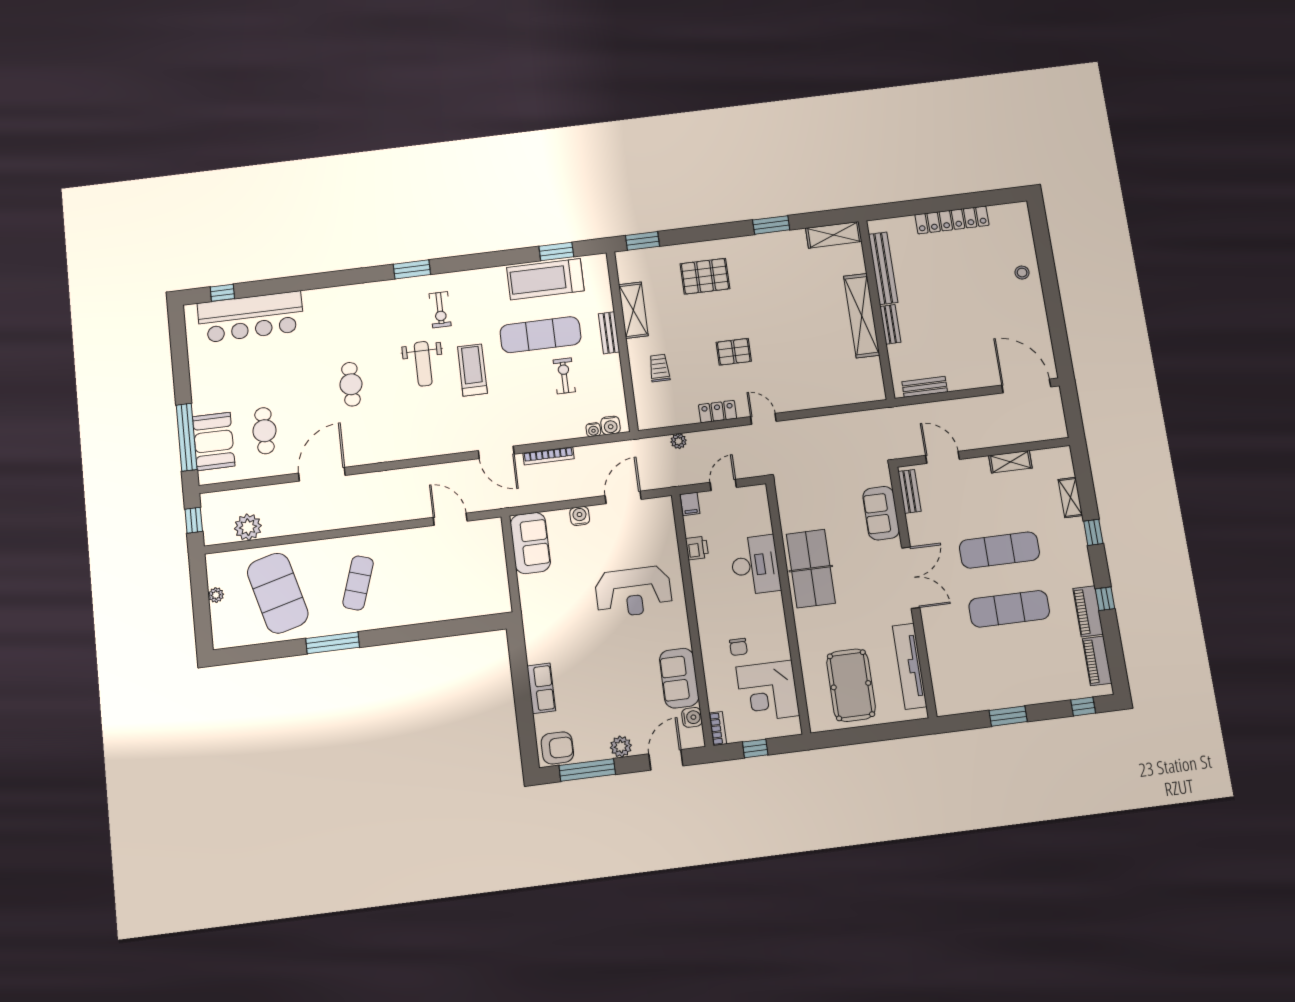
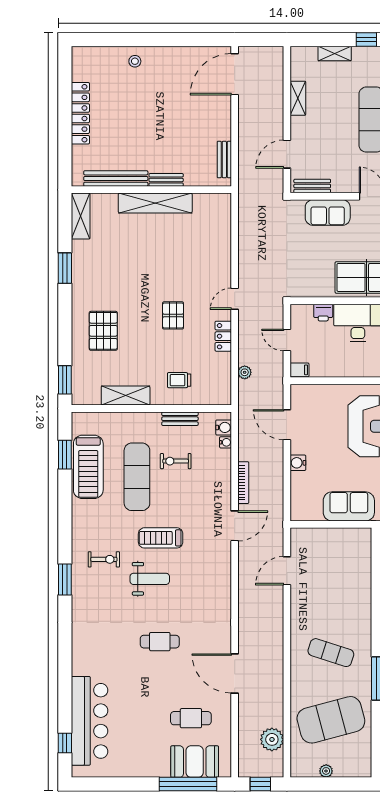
bench: (609, 333) -> (180, 419), moved
sofa: (530, 543) -> (349, 506), moved
printer: (697, 548) -> (323, 313), moved, turned 180

